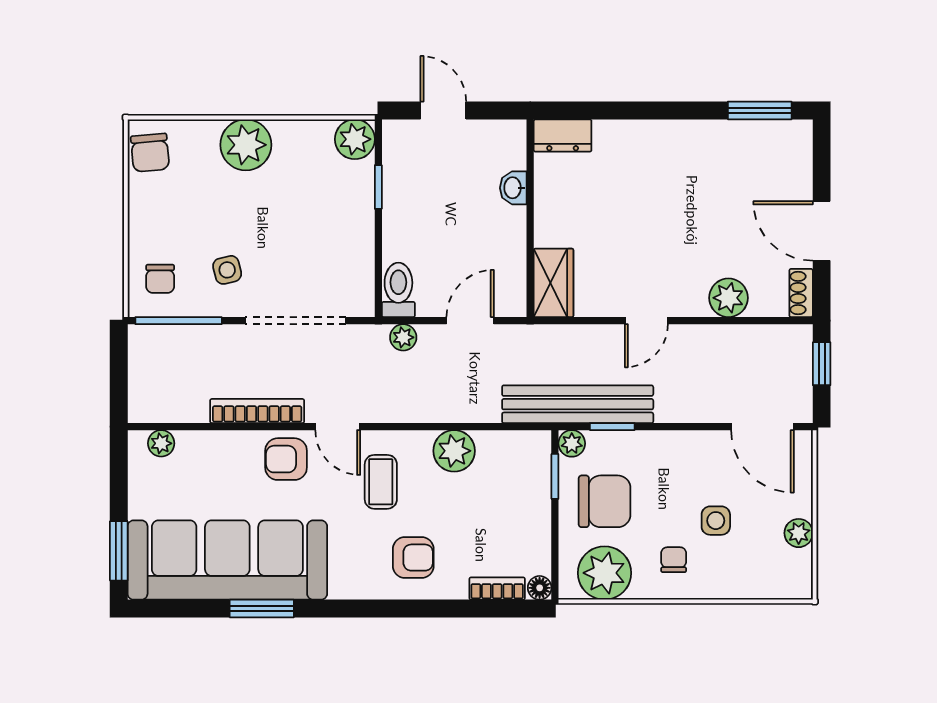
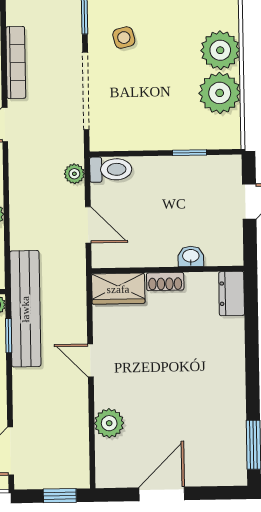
plant: (355, 139) -> (220, 93), moved, width x1.36, depth x1.36
shoe rack: (801, 293) -> (165, 281), moved, turned 180

